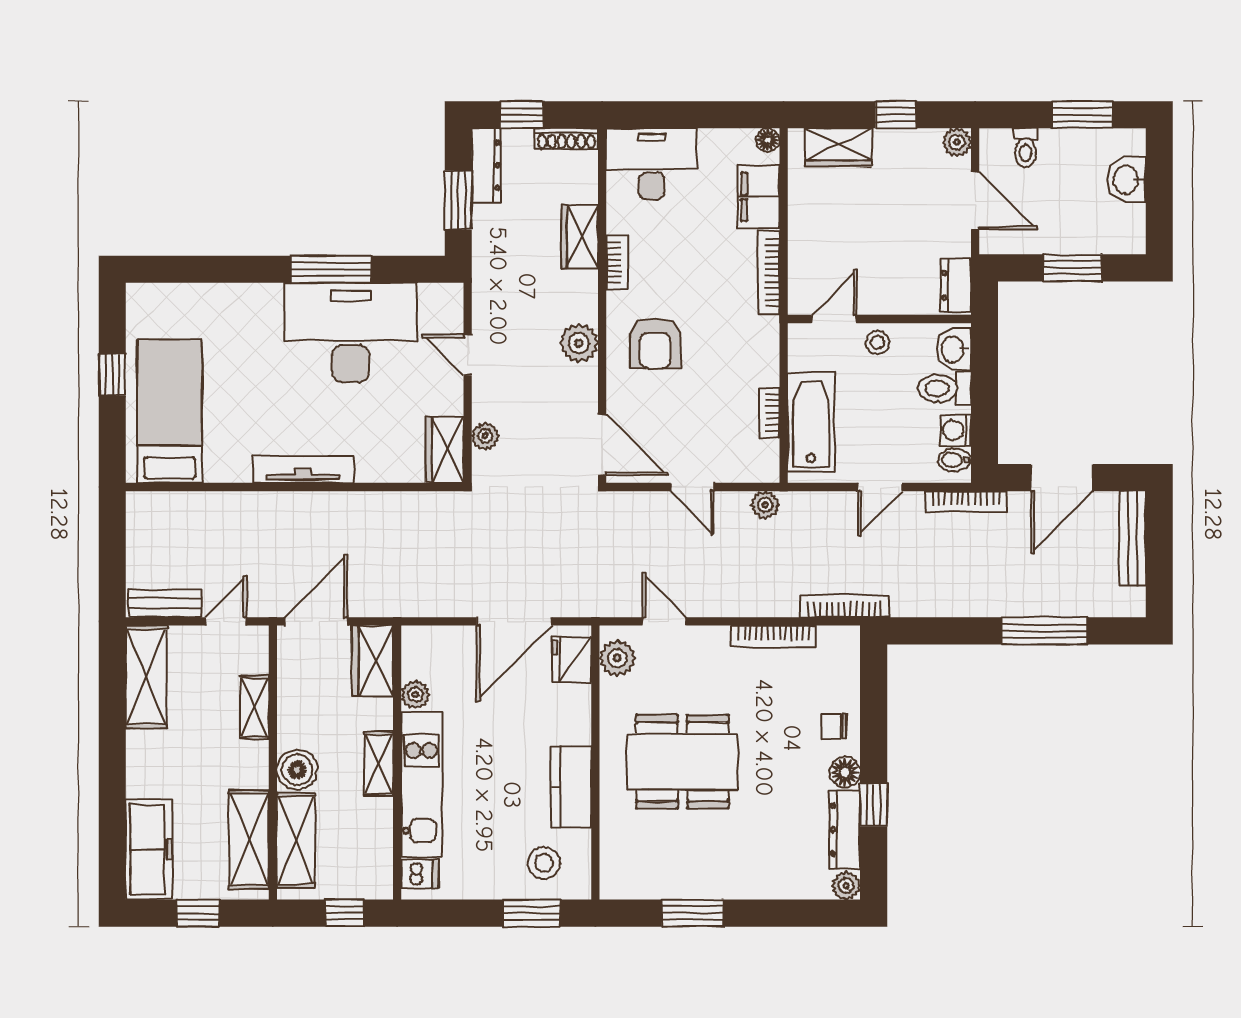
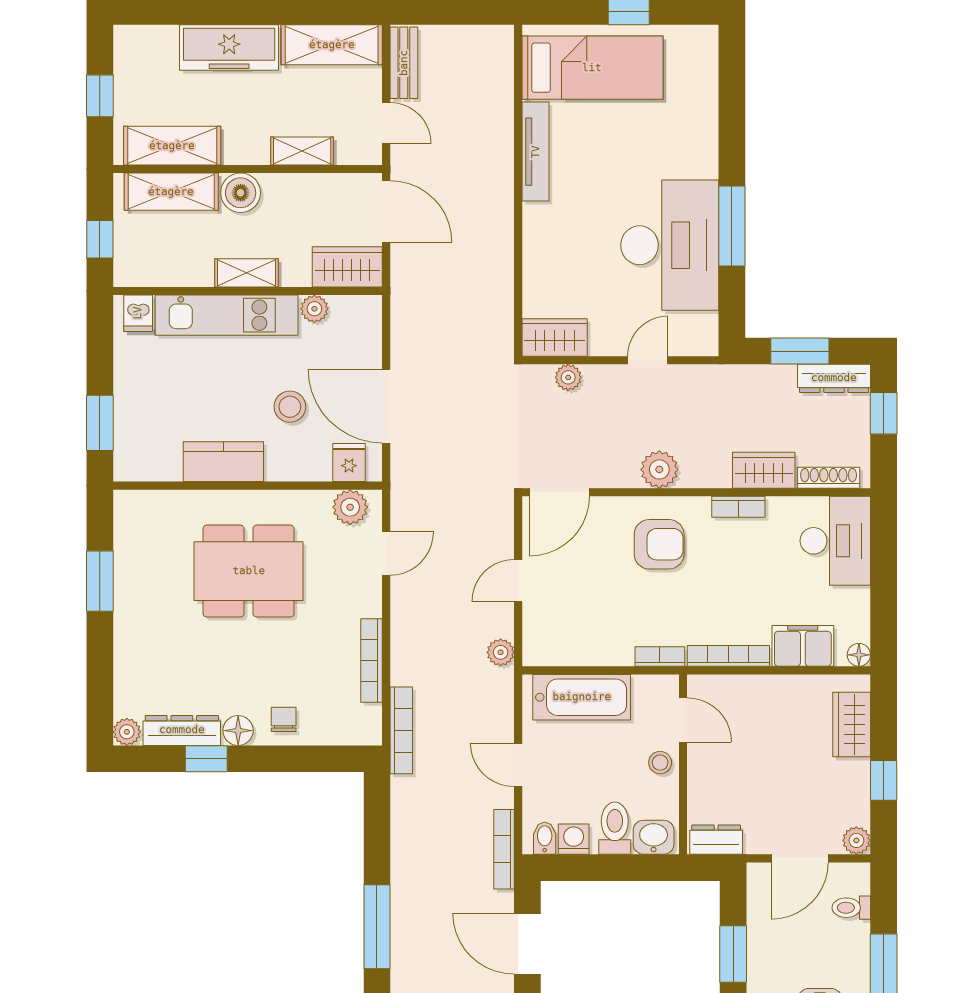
shoe rack: (566, 139) -> (829, 478), moved, turned 90
armchair: (655, 343) -> (659, 544), turned 180
bookcase: (769, 413) -> (660, 656), moved
tv unit: (303, 469) -> (536, 152), moved
fridge: (572, 659) -> (349, 462), width x0.72
dining table: (682, 762) -> (249, 571), turned 90
freezer: (149, 849) -> (229, 47), moved
stool: (544, 863) -> (290, 407), moved

